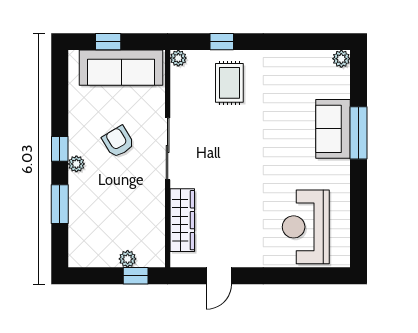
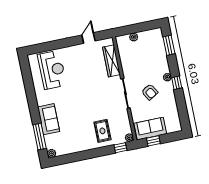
window: (108, 42) -> (153, 141), moved
window: (222, 42) -> (120, 148), moved
sofa: (121, 68) -> (150, 129), width x0.73
window: (358, 133) -> (40, 137), moved
window: (60, 204) -> (169, 45), moved
window: (136, 276) -> (128, 30), removed

